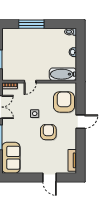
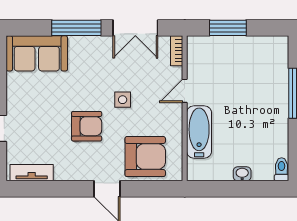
bathtub: (63, 74) -> (199, 132), moved
door: (30, 82) -> (185, 91), hinge flipped

